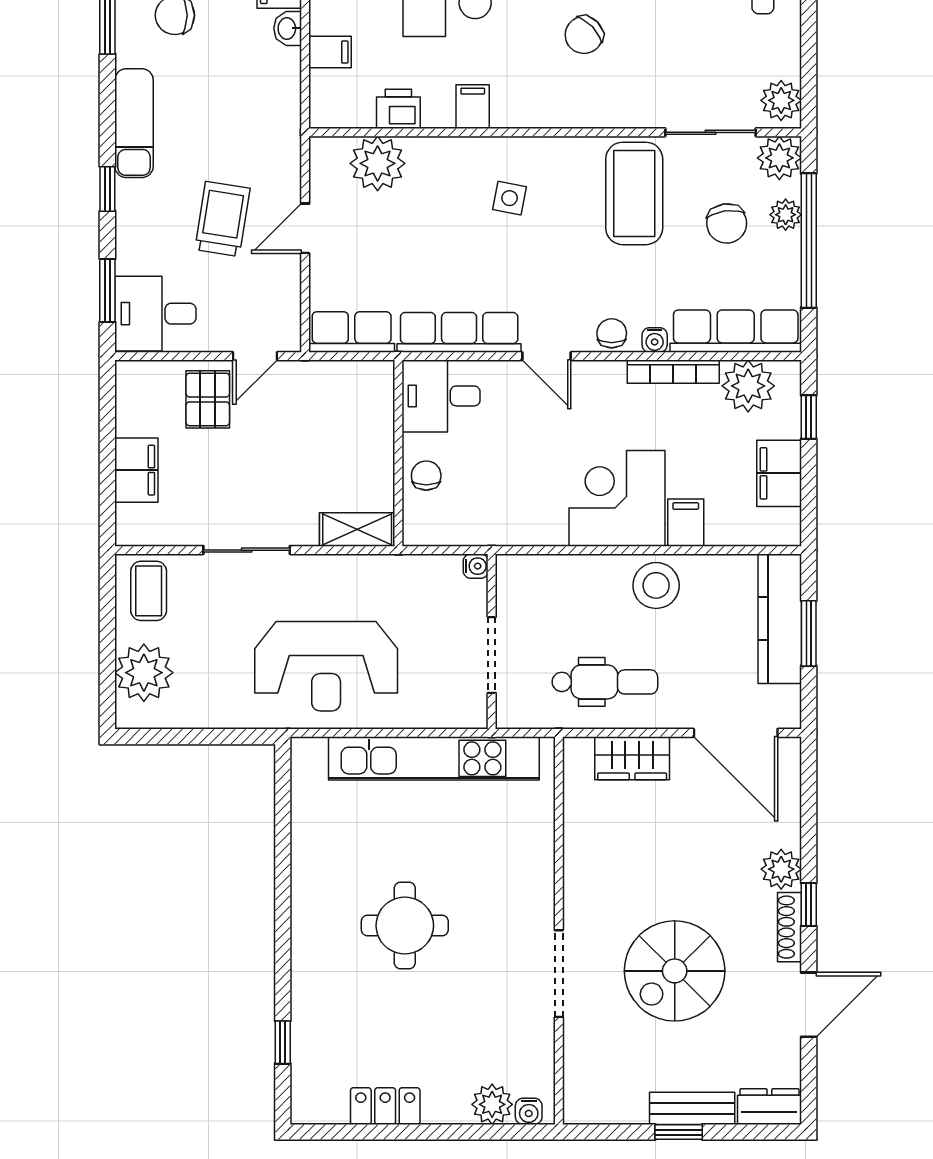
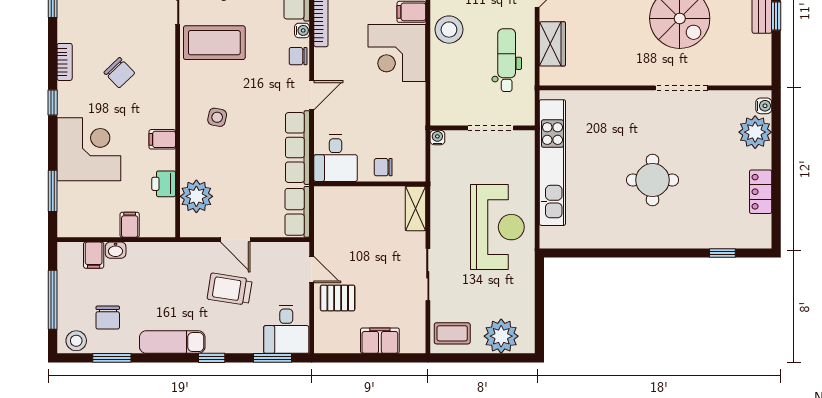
plant: (492, 1104) -> (755, 132), width x1.36, depth x1.36

